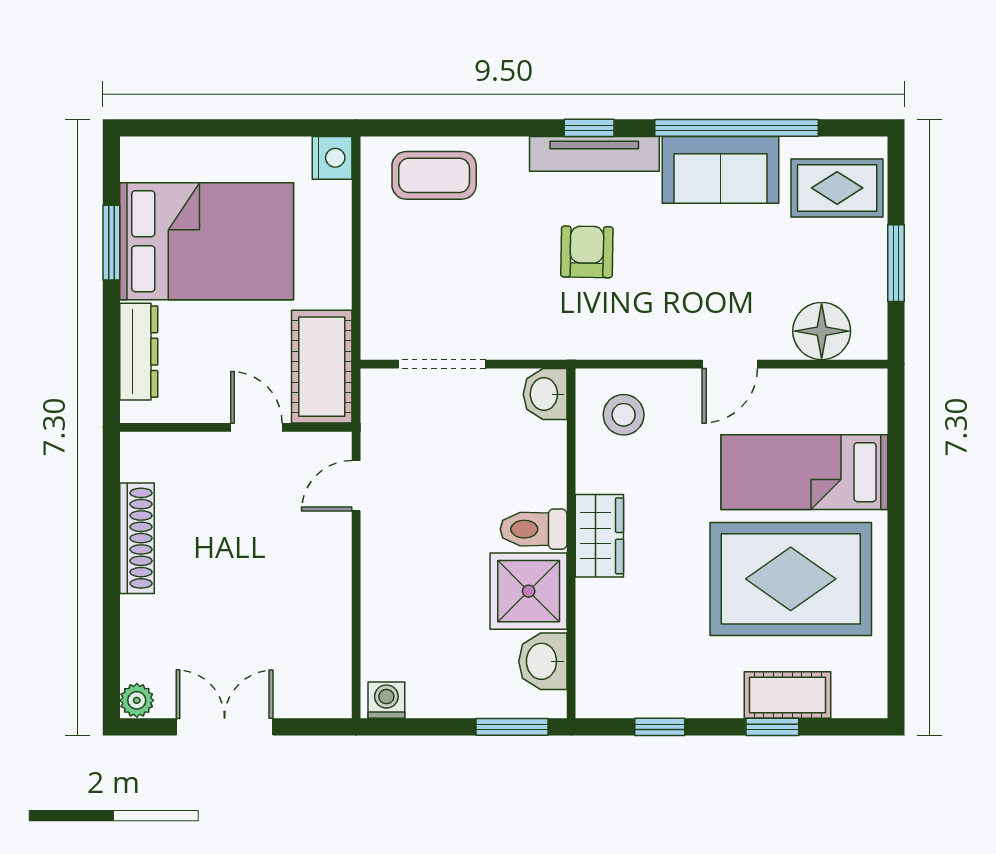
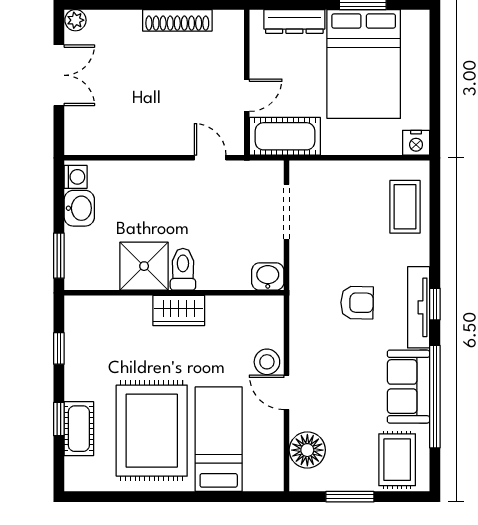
stool: (624, 415) -> (267, 362), moved
washbasin: (543, 661) -> (79, 208), moved, turned 90

